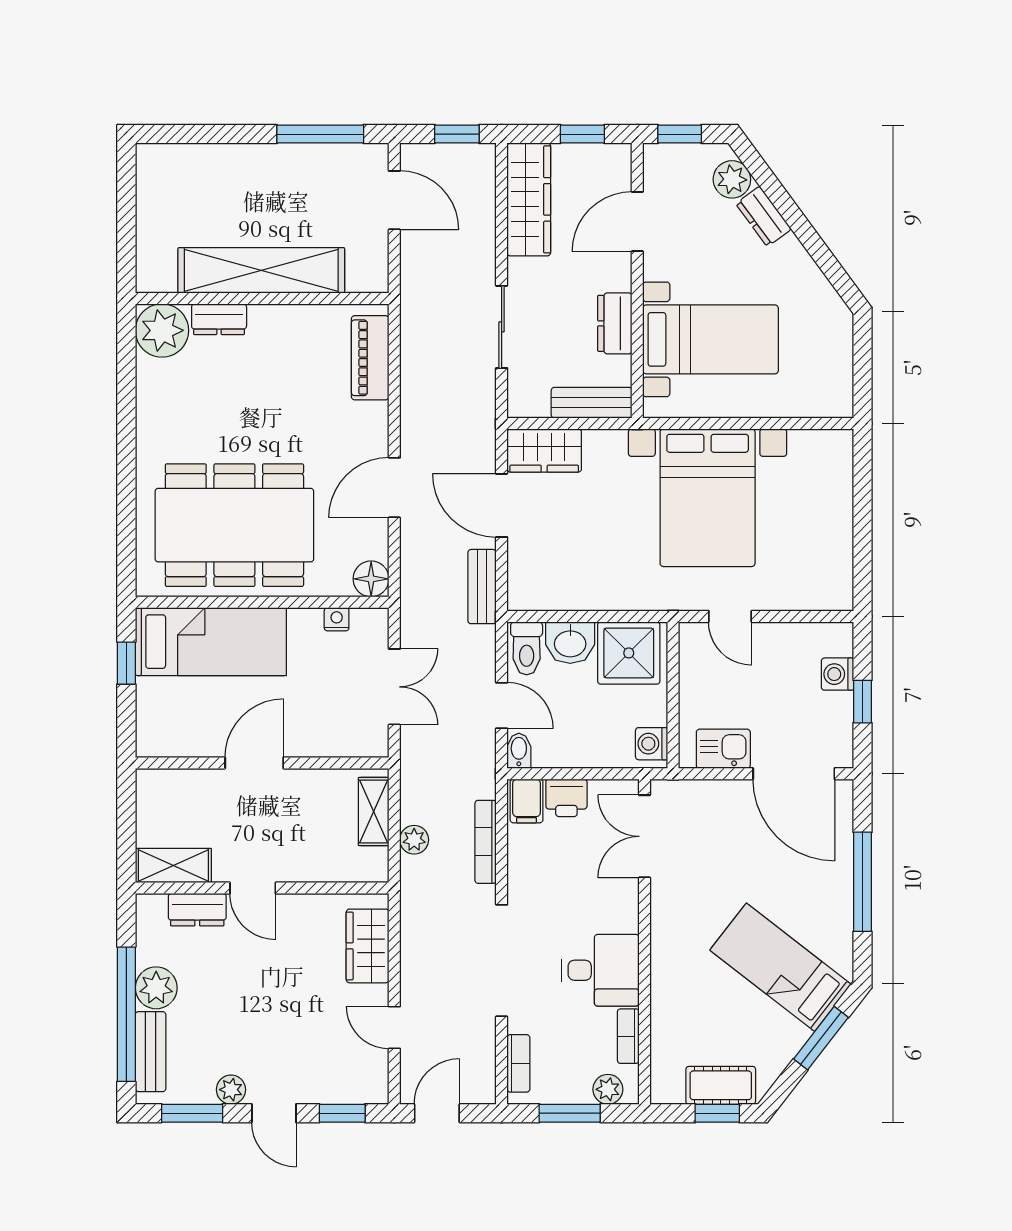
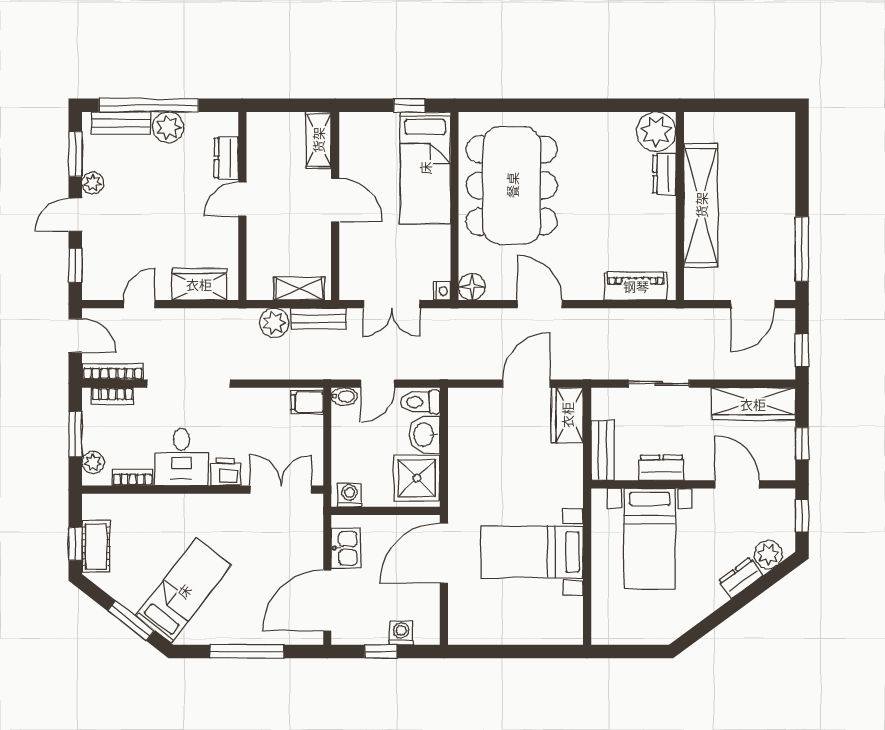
bed with nightstands: (708, 498) -> (532, 552), width x0.73
bench: (482, 587) -> (319, 319), moved
door: (730, 616) -> (444, 553), width x1.88
nightstand: (337, 619) -> (442, 291), moved
printer: (566, 798) -> (225, 472), moved, turned 90
plant: (414, 840) -> (274, 323), width x1.38, depth x1.38
bookcase: (486, 842) -> (113, 372), moved
shelving: (173, 866) -> (318, 140), moved

